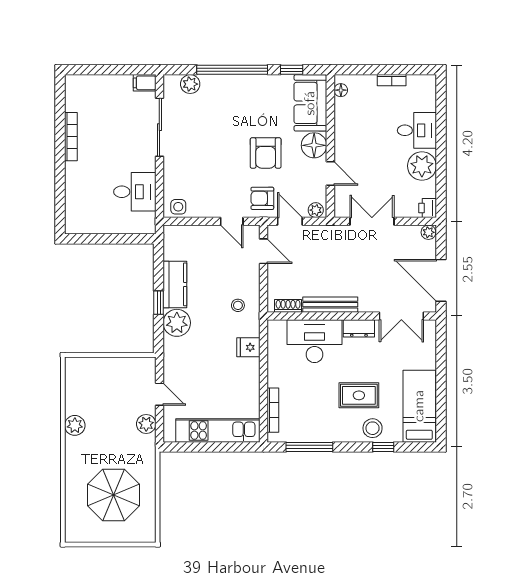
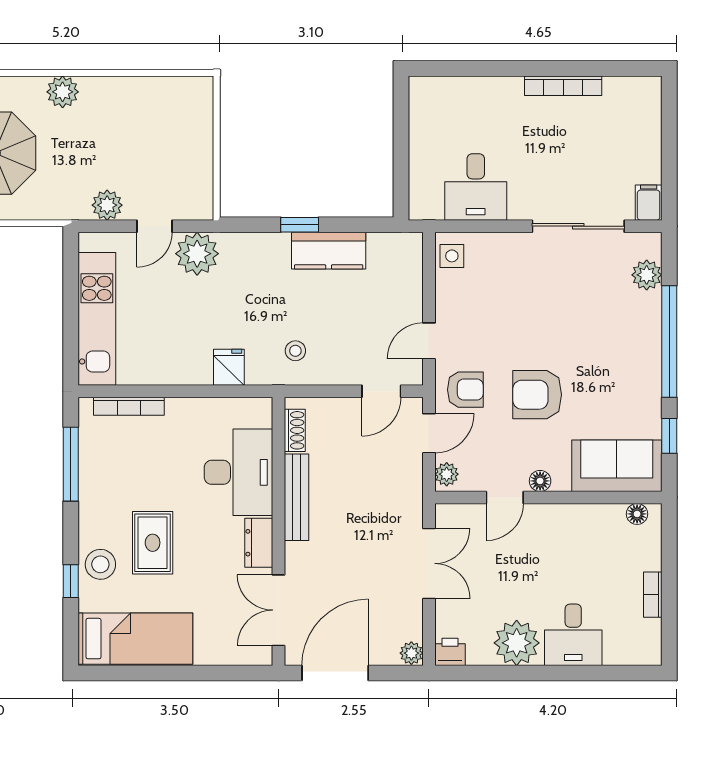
floor lamp: (314, 145) -> (540, 481), width x0.53, depth x0.53
armchair: (262, 198) -> (465, 390), turned 90
plant: (177, 323) -> (197, 254), moved
plant: (75, 425) -> (63, 92), moved

